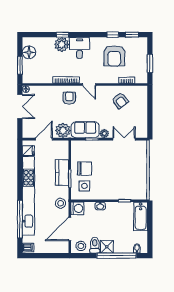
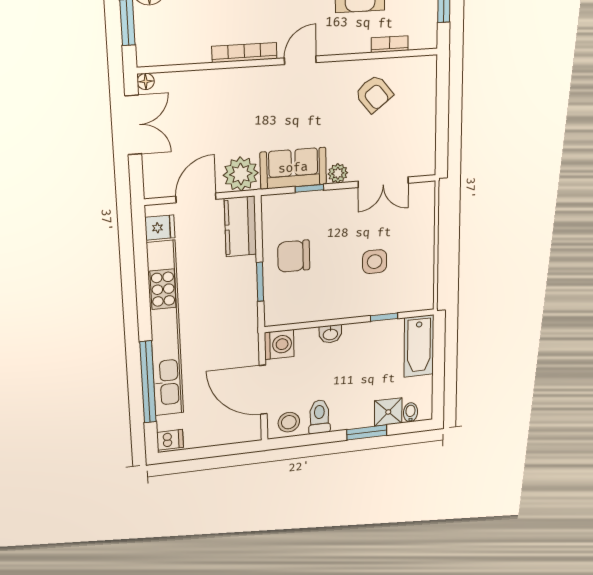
door: (89, 85) -> (300, 60), swing flipped
armchair: (69, 98) -> (254, 96), removed
double door: (124, 139) -> (383, 182), swing flipped
chair: (85, 169) -> (294, 256), turned 180
kitchen counter: (62, 173) -> (240, 226), moved
side table: (84, 186) -> (375, 262), moved
stool: (61, 203) -> (240, 338), removed
door: (70, 229) -> (263, 390), hinge flipped
shower: (107, 247) -> (388, 412), moved
window: (117, 256) -> (367, 432), width x0.47

